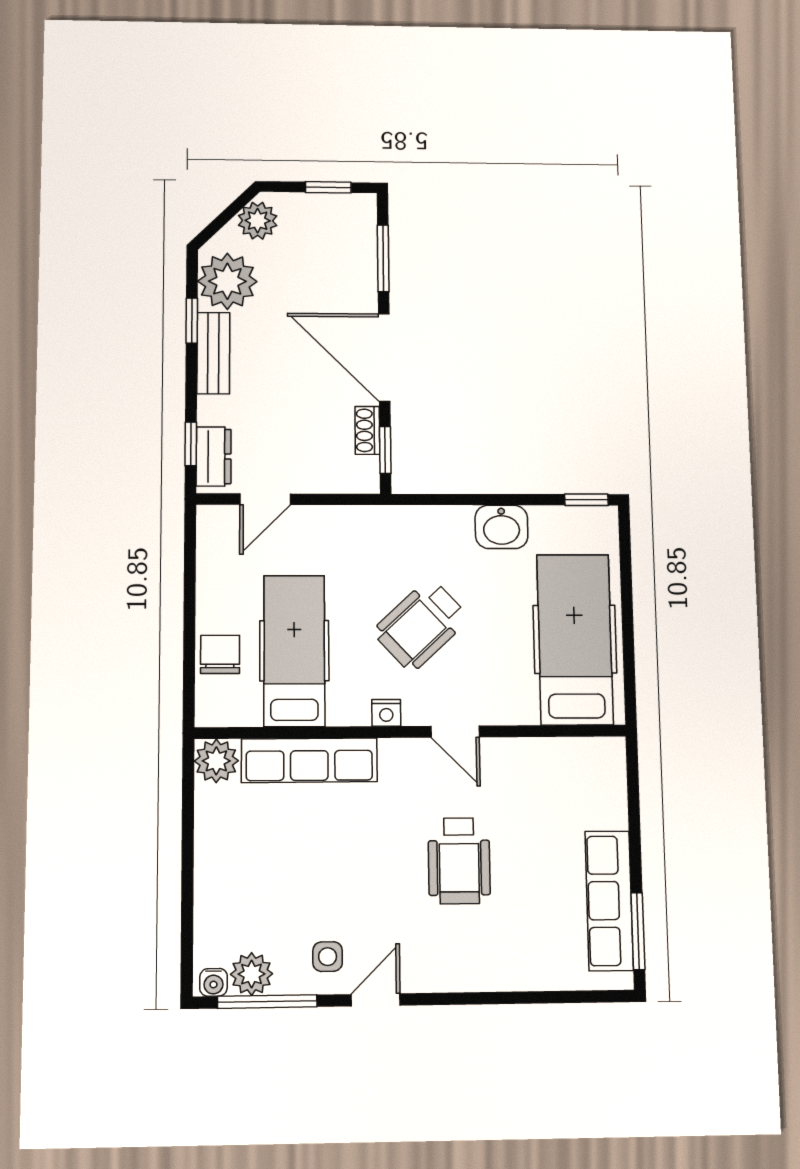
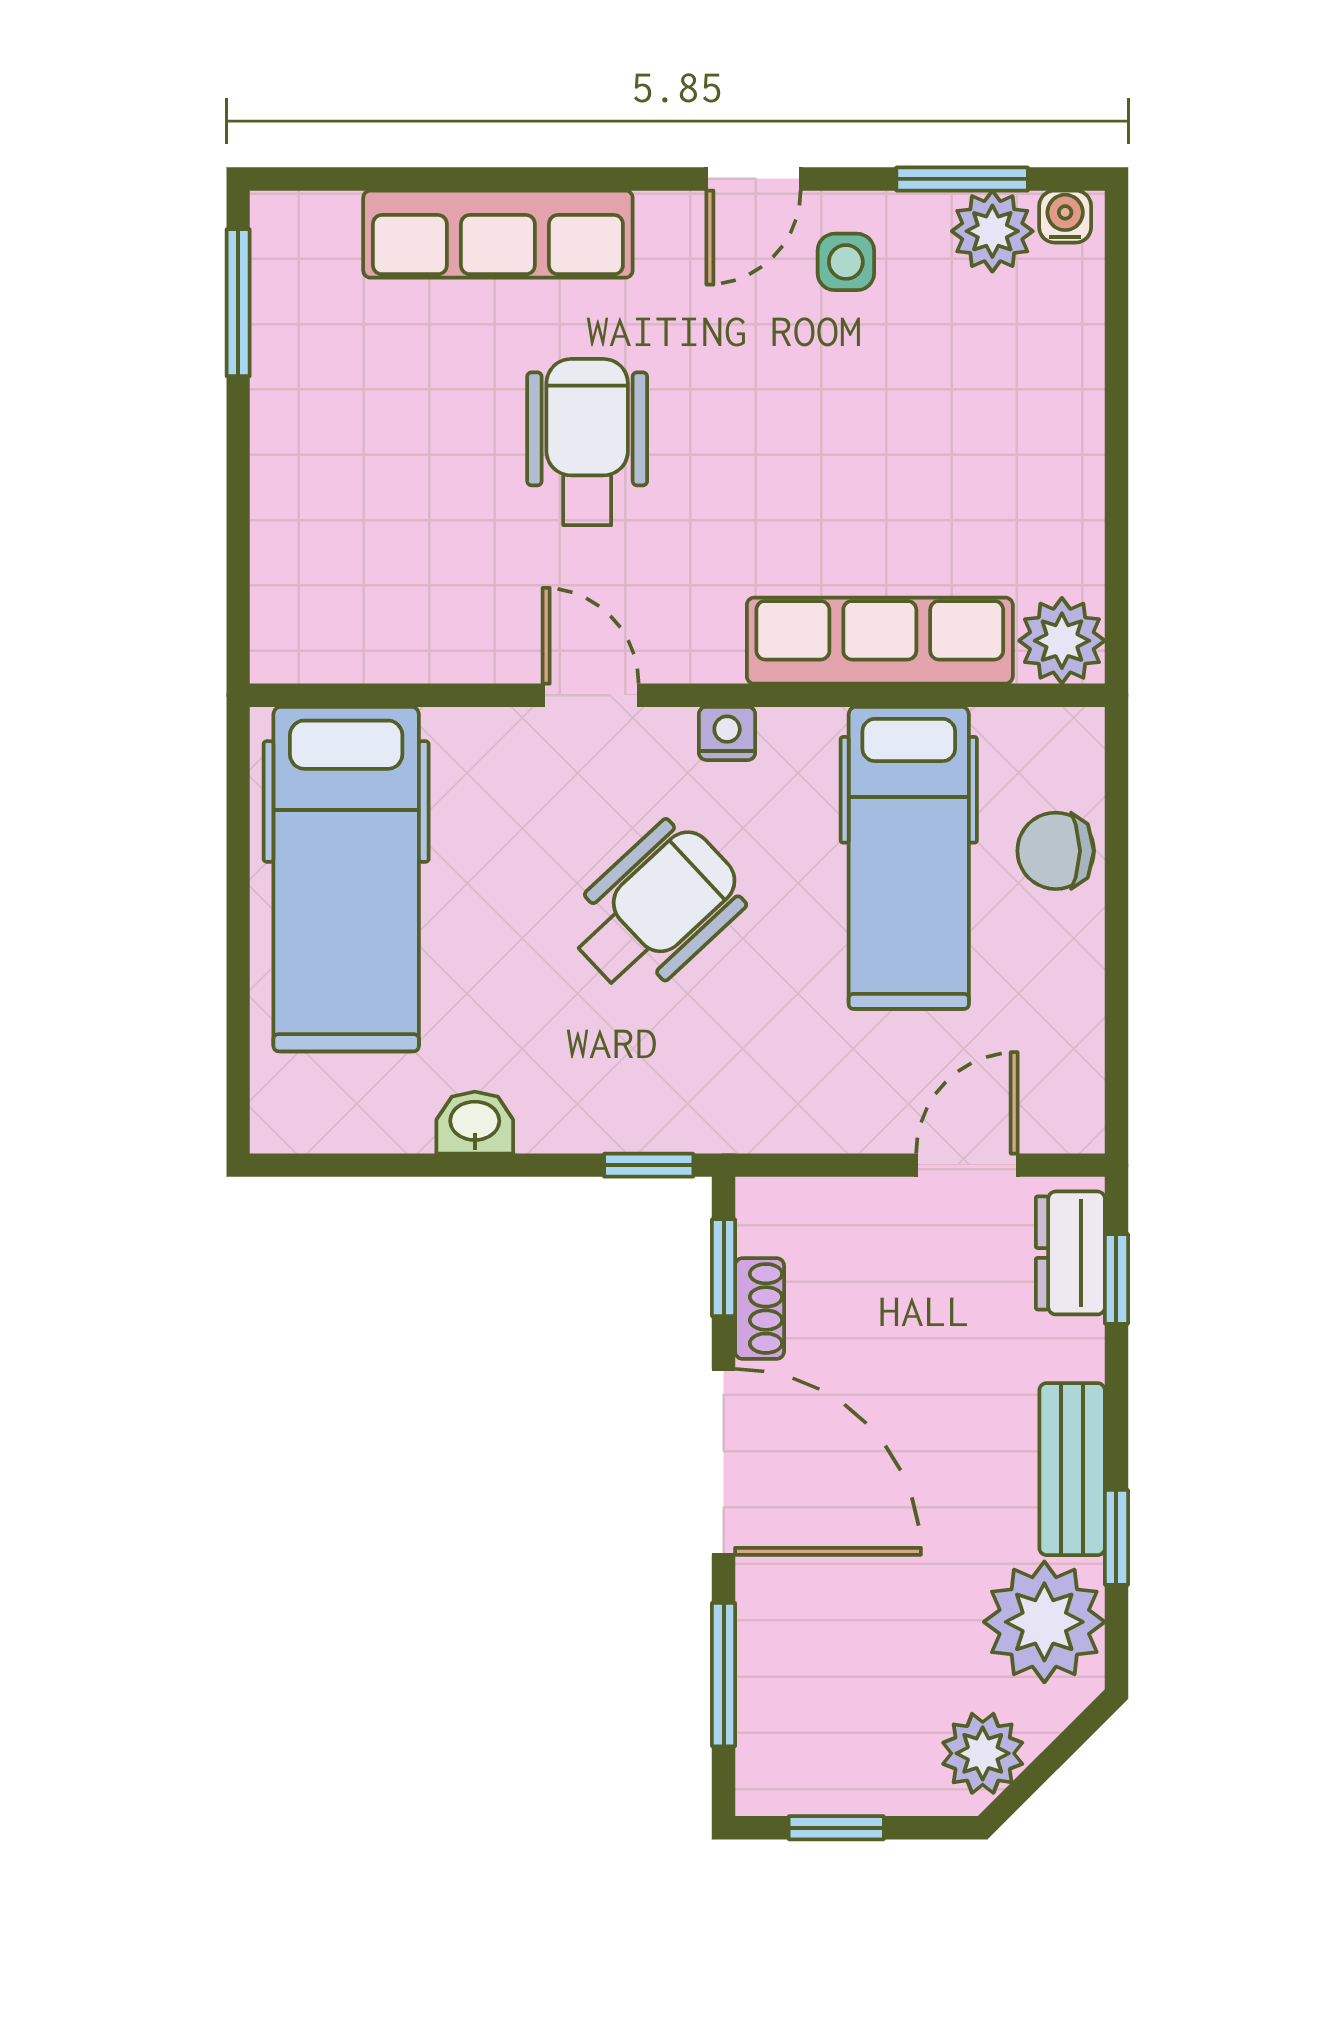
window: (586, 500) -> (649, 1165), moved
washbasin: (501, 527) -> (475, 1123), width x0.72, depth x0.69
chair: (220, 654) -> (1056, 851), turned 90
row of seats: (609, 901) -> (498, 234), moved, turned 90
window: (267, 1002) -> (962, 179), width x0.69

